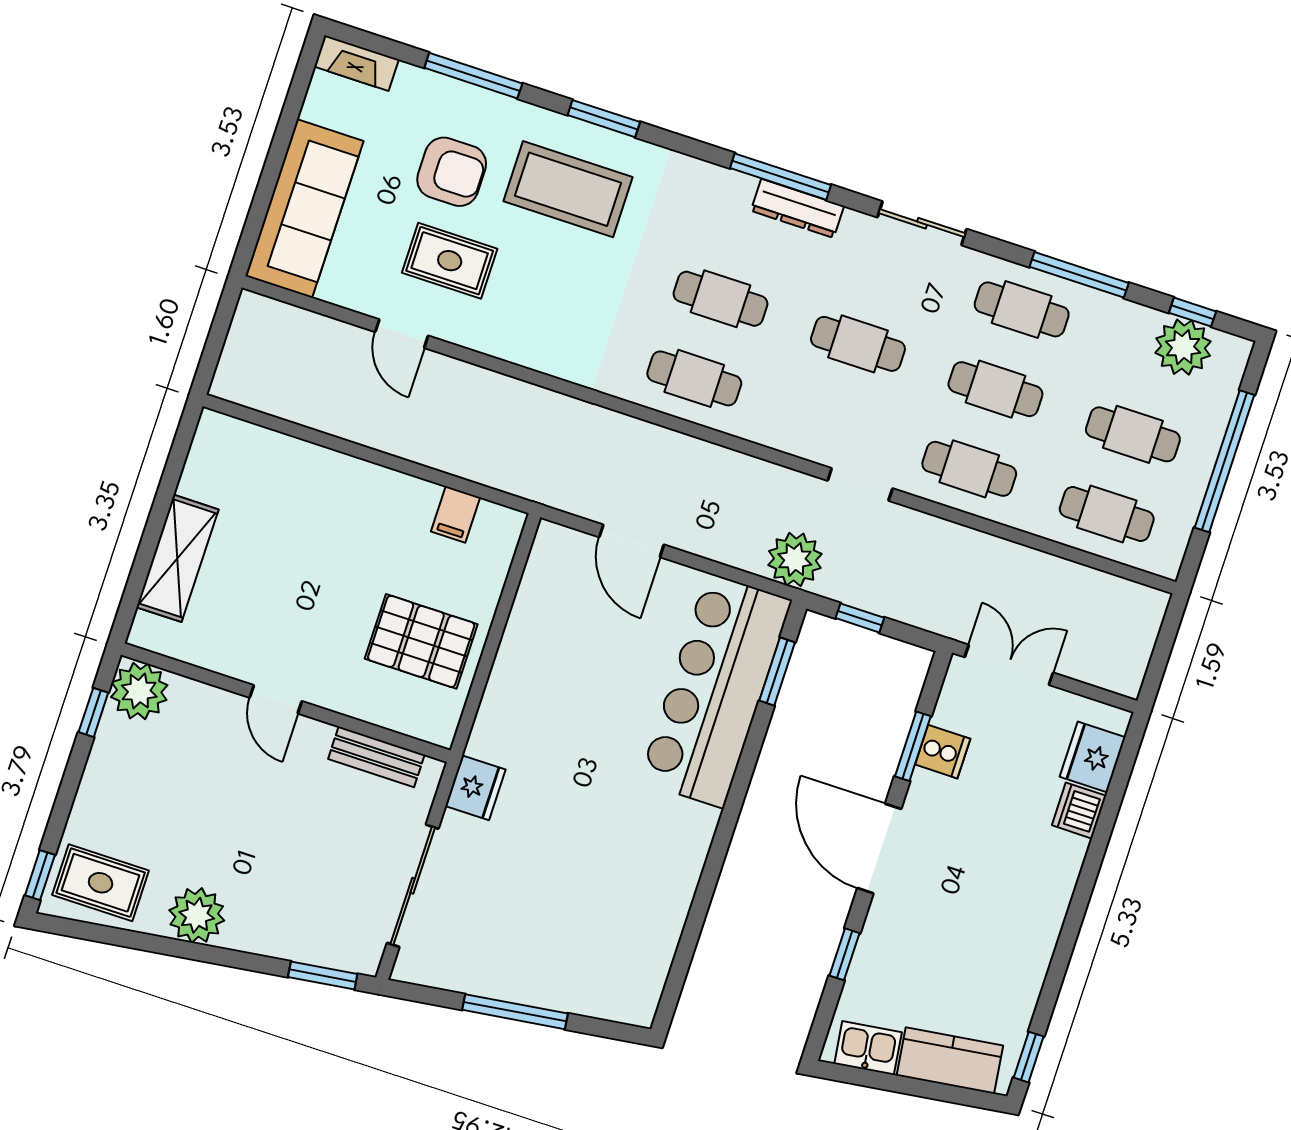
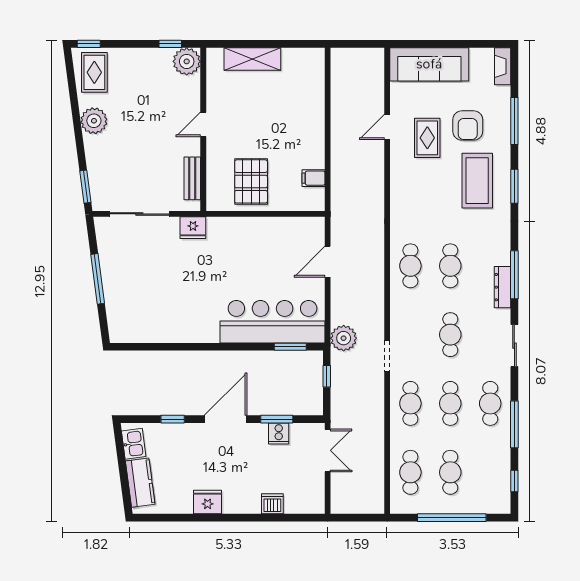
plant: (1183, 347) -> (497, 482), removed
fridge: (1093, 757) -> (208, 502), moved
window: (1029, 1057) -> (153, 518), removed

